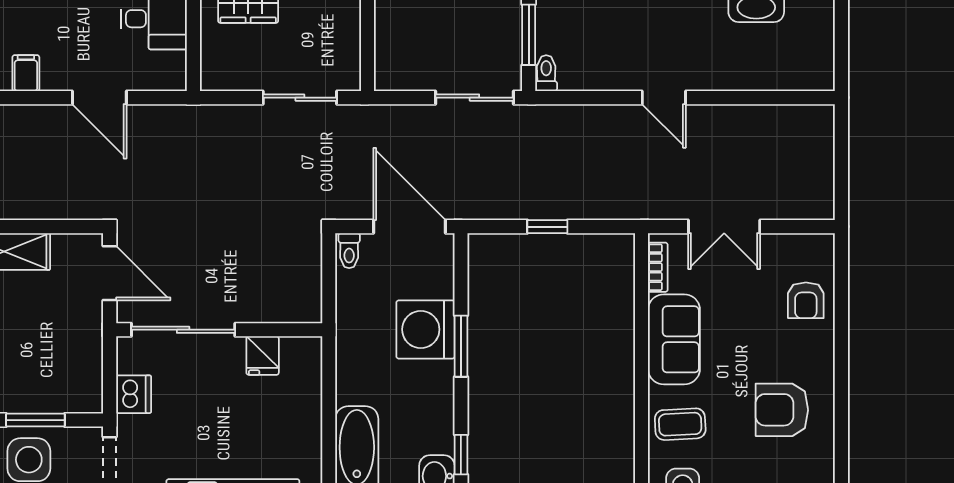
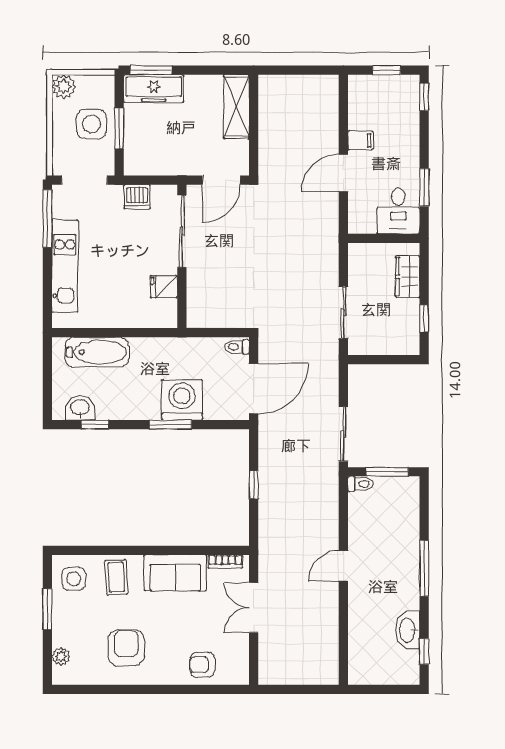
filing cabinet: (26, 73) -> (360, 140), moved

